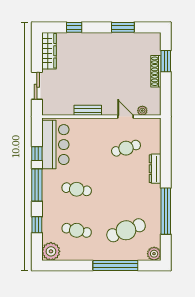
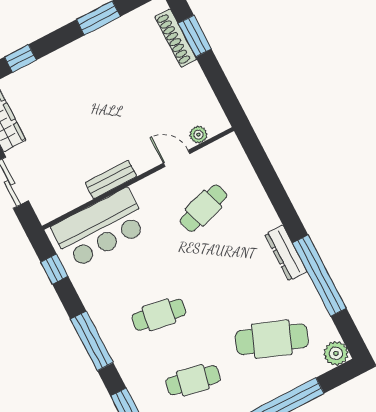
shoe rack: (156, 71) -> (176, 38), moved
bar counter: (55, 145) -> (100, 228), moved, turned 90
window: (37, 154) -> (54, 269), moved
dresser: (155, 169) -> (286, 253), moved
cafe table: (126, 230) -> (272, 339), turned 42

